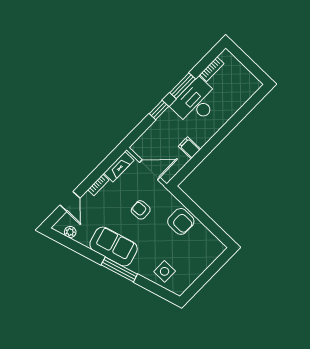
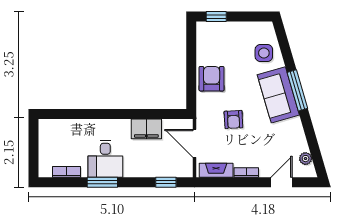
desk: (196, 102) -> (105, 159), width x0.73
window: (159, 110) -> (166, 182), moved
filing cabinet: (189, 148) -> (146, 129), width x2.00
sofa: (114, 247) -> (278, 95), moved
window: (218, 264) -> (216, 16), added

